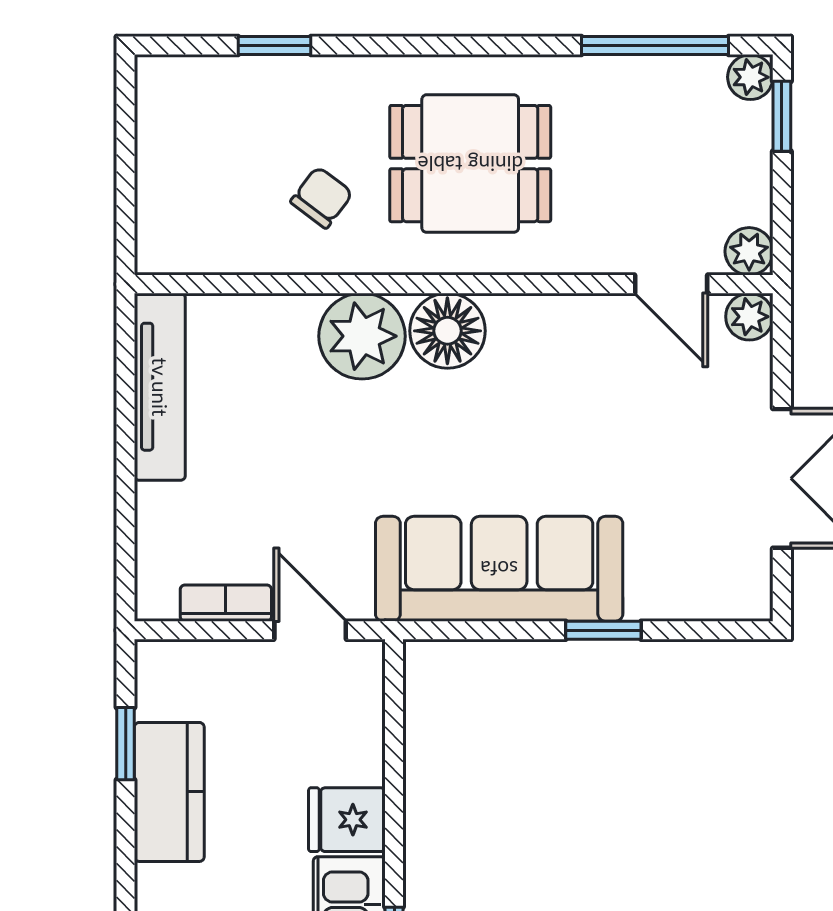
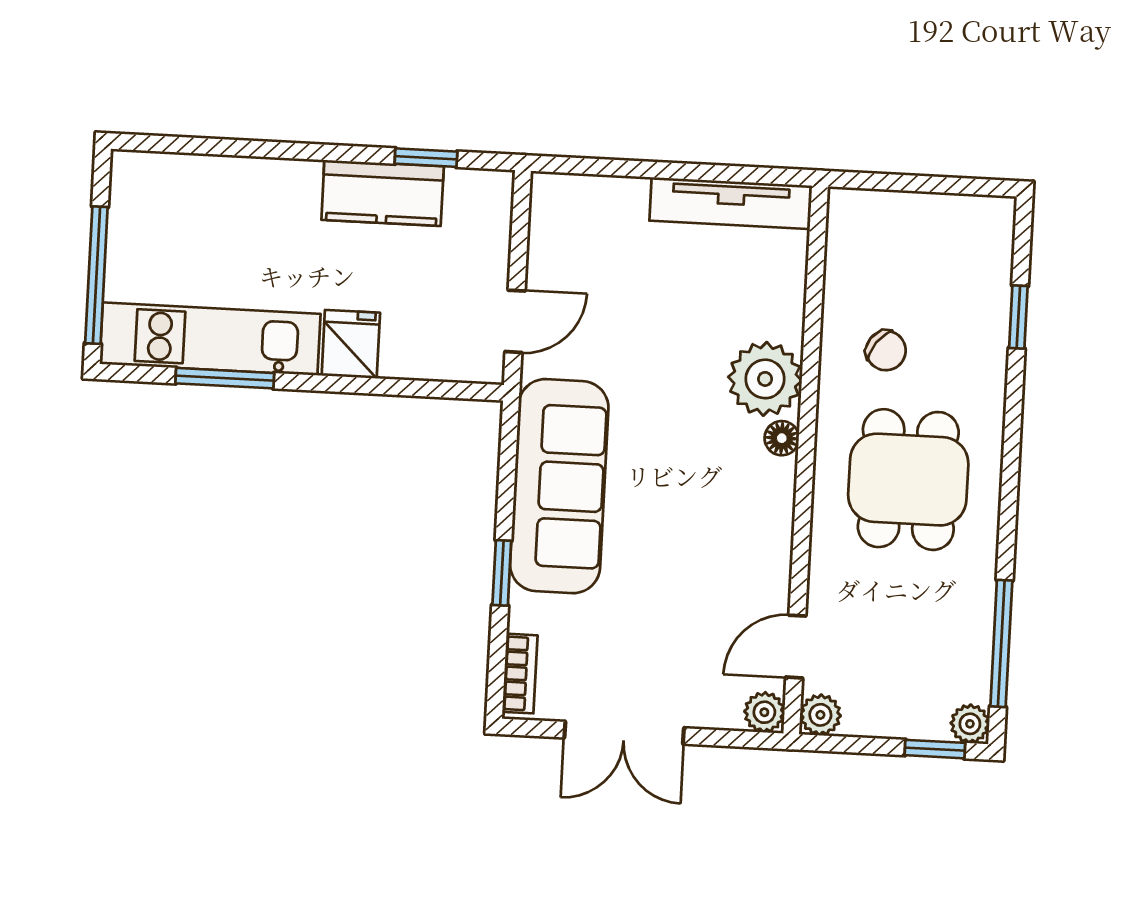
floor lamp: (447, 331) -> (782, 438), width x0.53, depth x0.53
bookcase: (226, 603) -> (520, 674), moved

